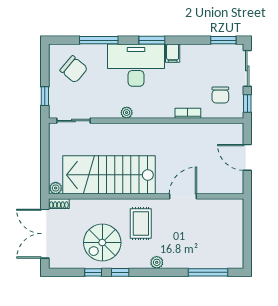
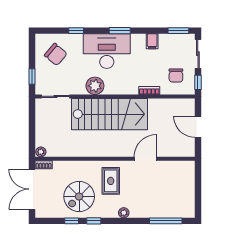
window: (99, 40) -> (76, 31), width x0.46
filing cabinet: (173, 53) -> (152, 41), moved
plant: (127, 113) -> (95, 86), width x1.88, depth x1.88
stairs: (109, 175) -> (110, 114), moved, turned 180

